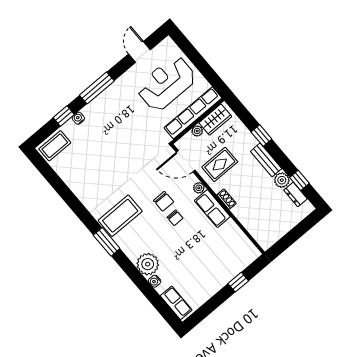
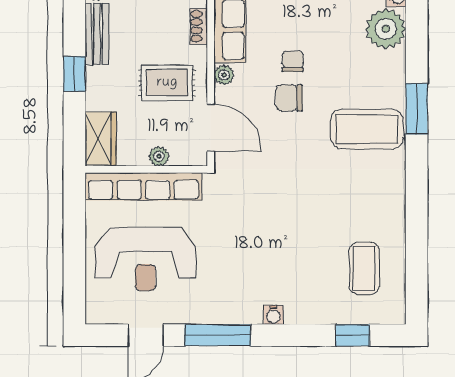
window: (97, 88) -> (218, 335), moved
window: (64, 116) -> (353, 335), moved
water cooler: (78, 118) -> (273, 315), moved
wardrobe: (215, 120) -> (101, 139), moved, turned 90
coffee table: (55, 146) -> (364, 268), moved, turned 90
chair: (164, 201) -> (289, 98), turned -90

